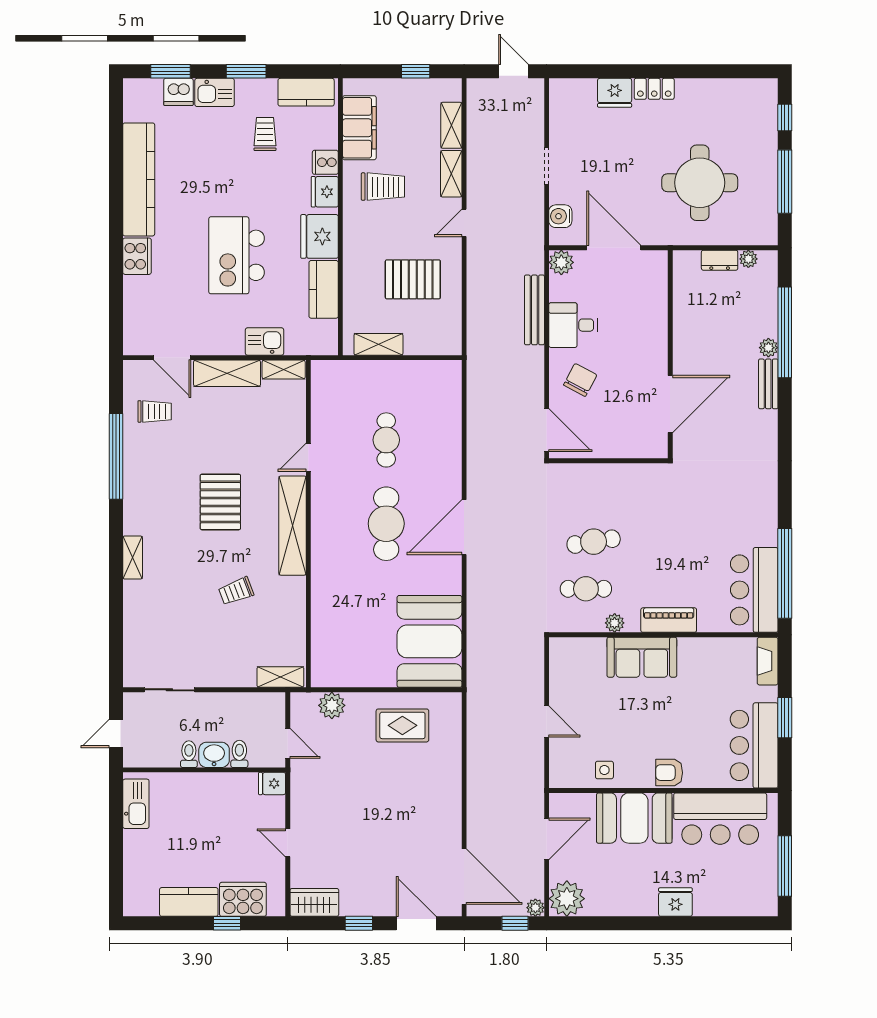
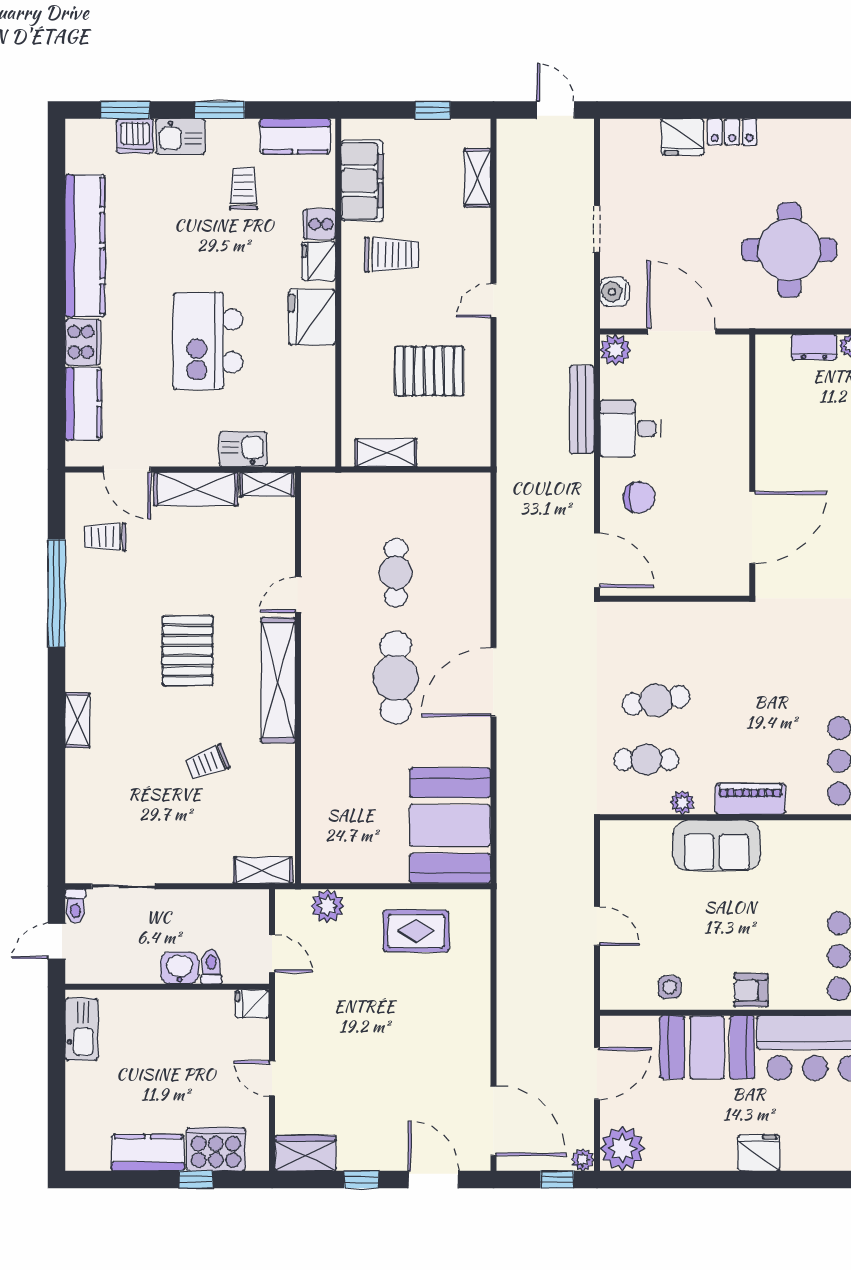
shelving: (451, 174) -> (477, 239), removed
kitchen counter: (324, 289) -> (83, 404), moved, turned 180
chair: (580, 380) -> (639, 497), turned 62
trolley: (155, 411) -> (105, 537), turned 180
toilet: (189, 754) -> (75, 906), moved, turned 180

